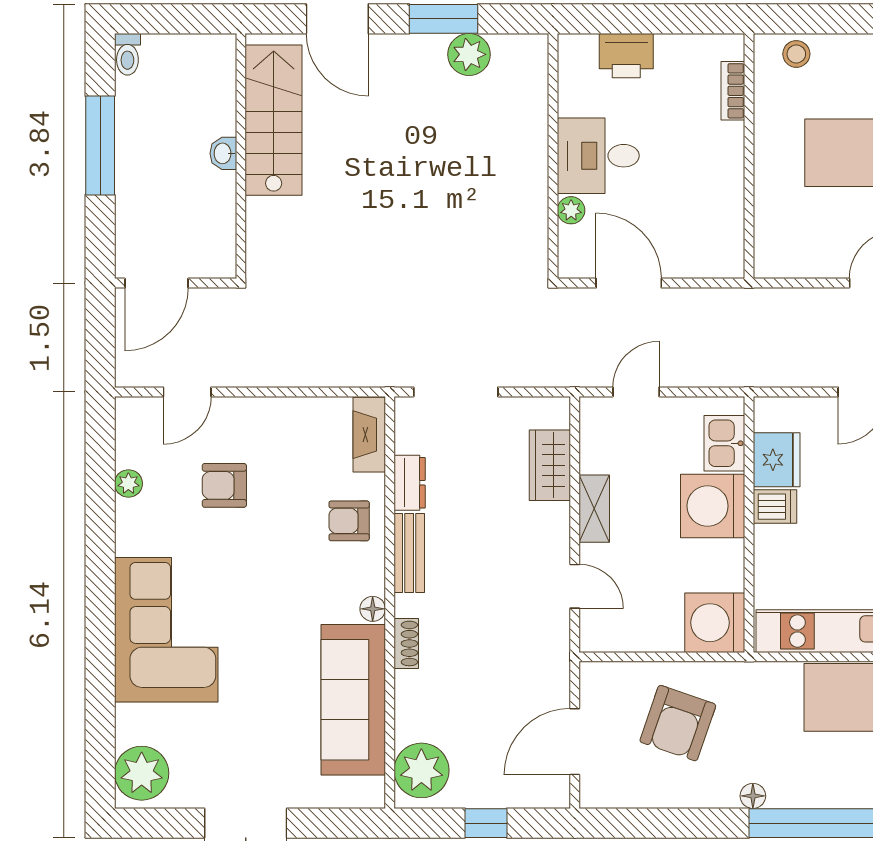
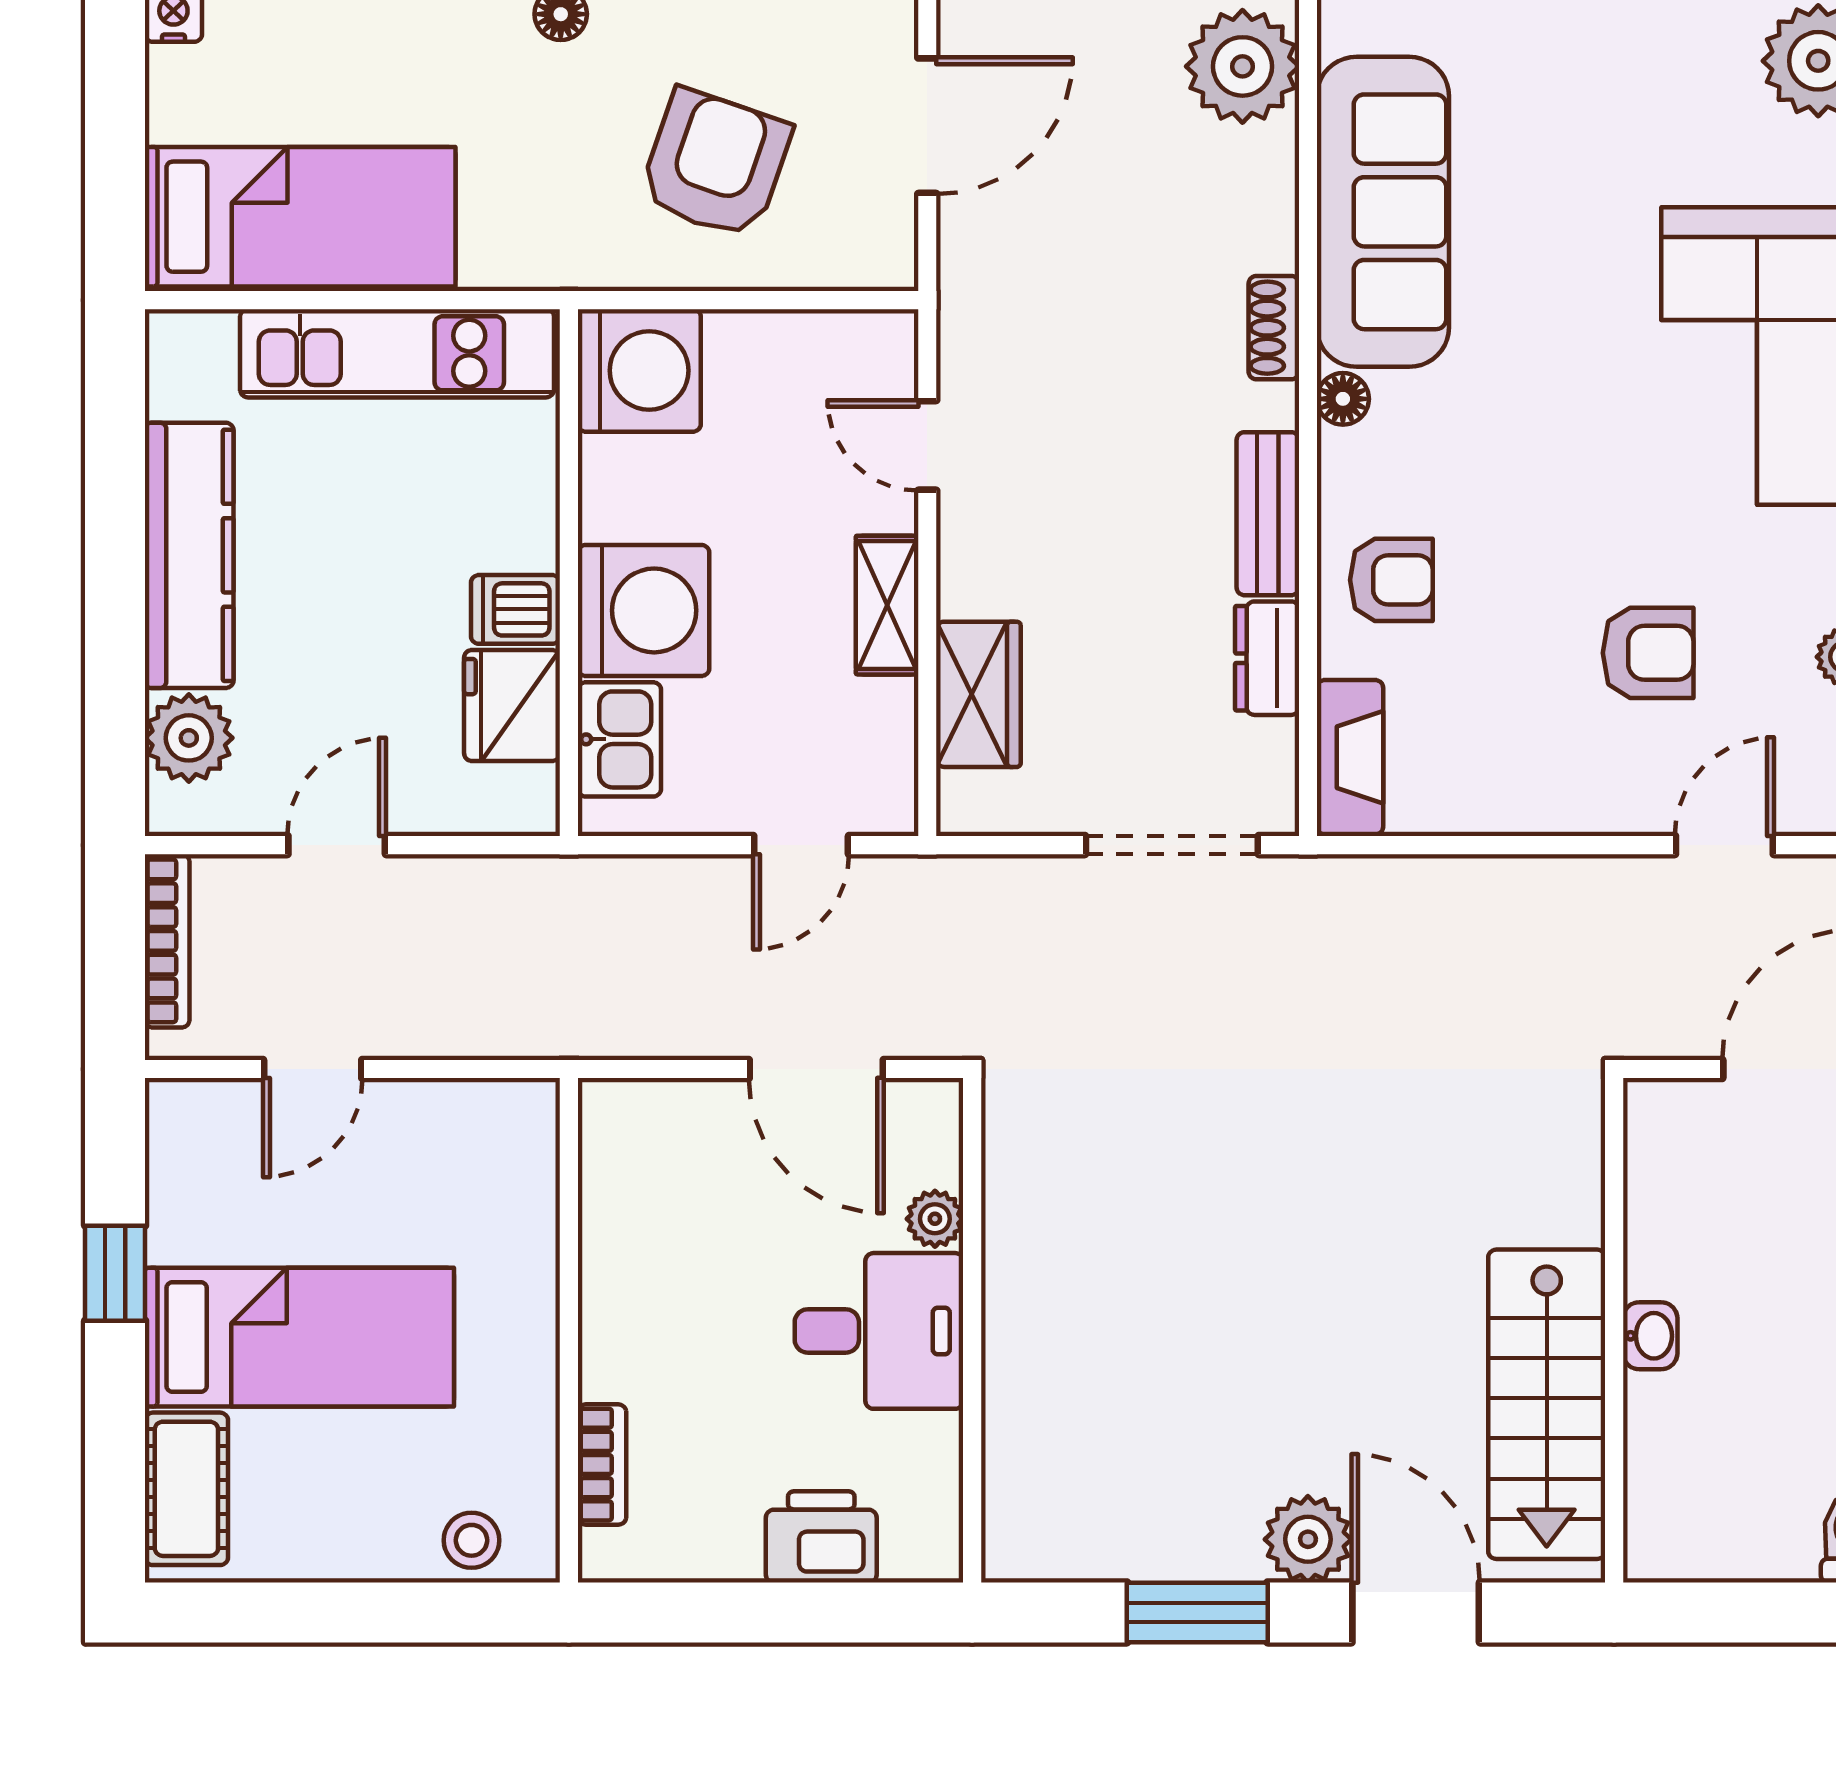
plant: (469, 54) -> (1308, 1539), moved

